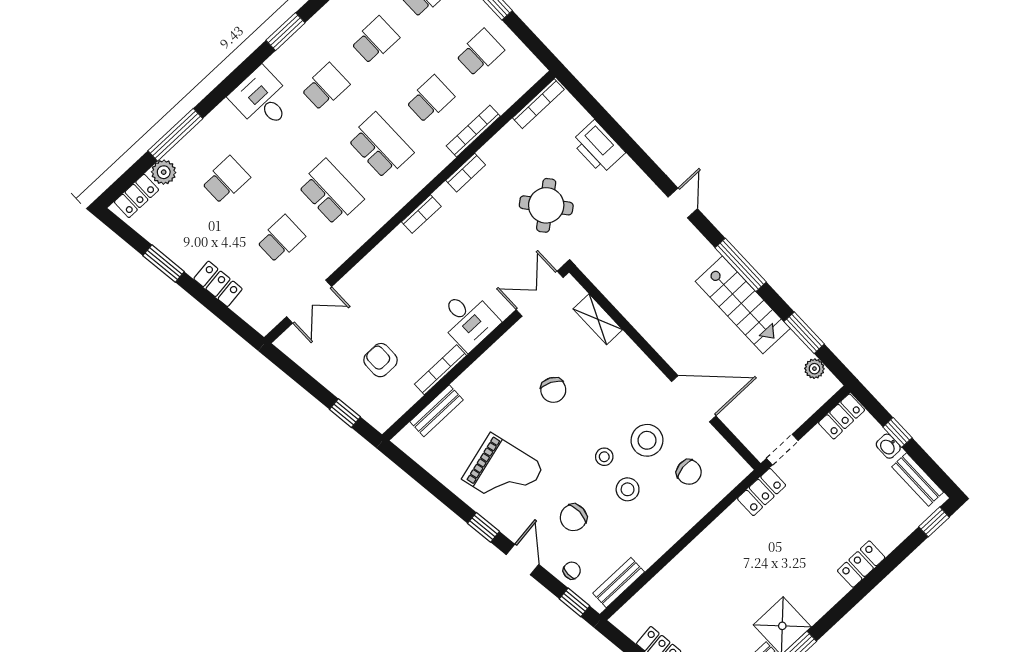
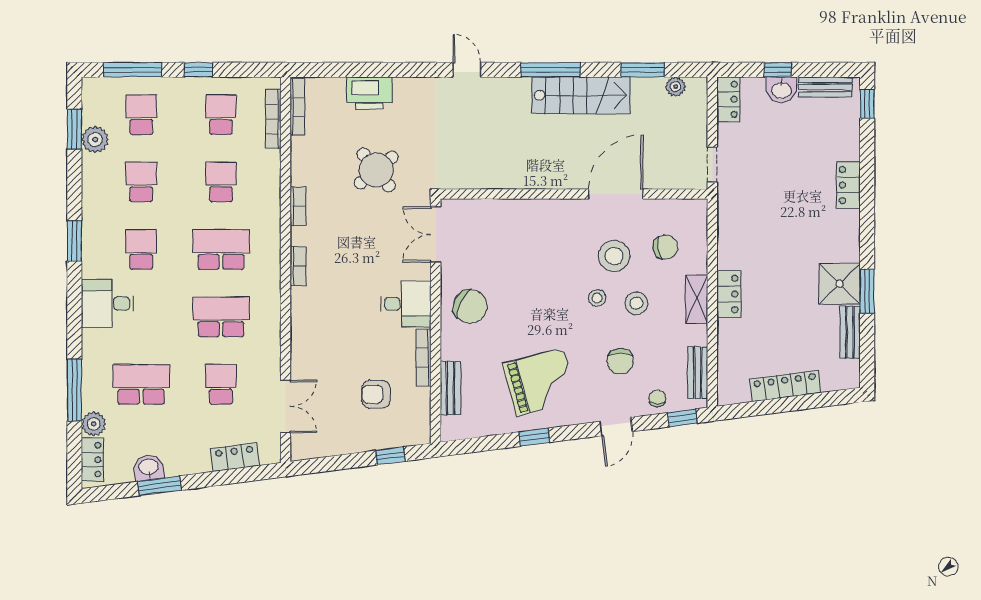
bookcase: (473, 131) -> (273, 119), moved
school desk: (226, 180) -> (141, 384), width x1.85
washbasin: (169, 243) -> (149, 468), added
locker: (218, 284) -> (235, 457), moved
shelving: (598, 319) -> (697, 299), moved, turned 90
chair: (553, 390) -> (470, 306), moved, width x1.37, depth x1.37
washbasin: (888, 446) -> (781, 90), width x1.38, depth x1.45
locker: (762, 492) -> (729, 294), moved
window: (483, 527) -> (534, 437), moved
door: (523, 560) -> (616, 427), swing flipped

